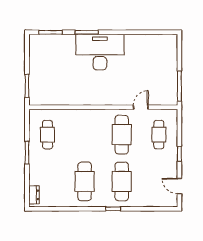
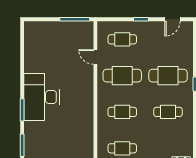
cafe table: (85, 135) -> (122, 112), added
cafe table: (85, 181) -> (168, 112), width x0.73, depth x0.74

